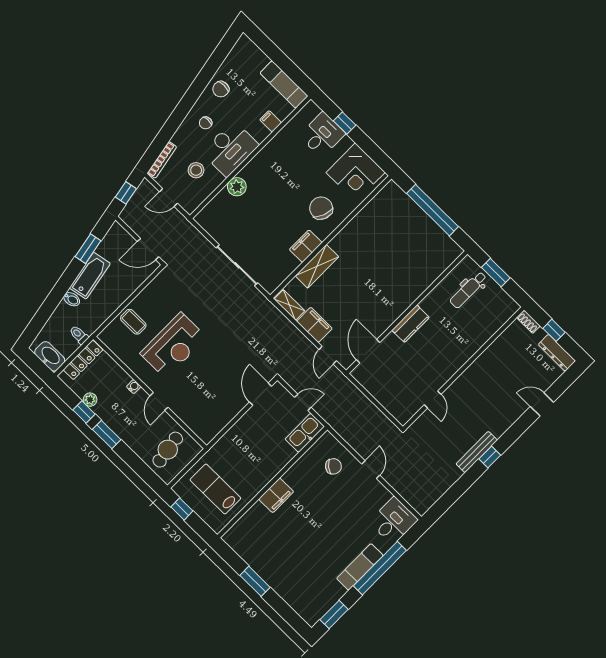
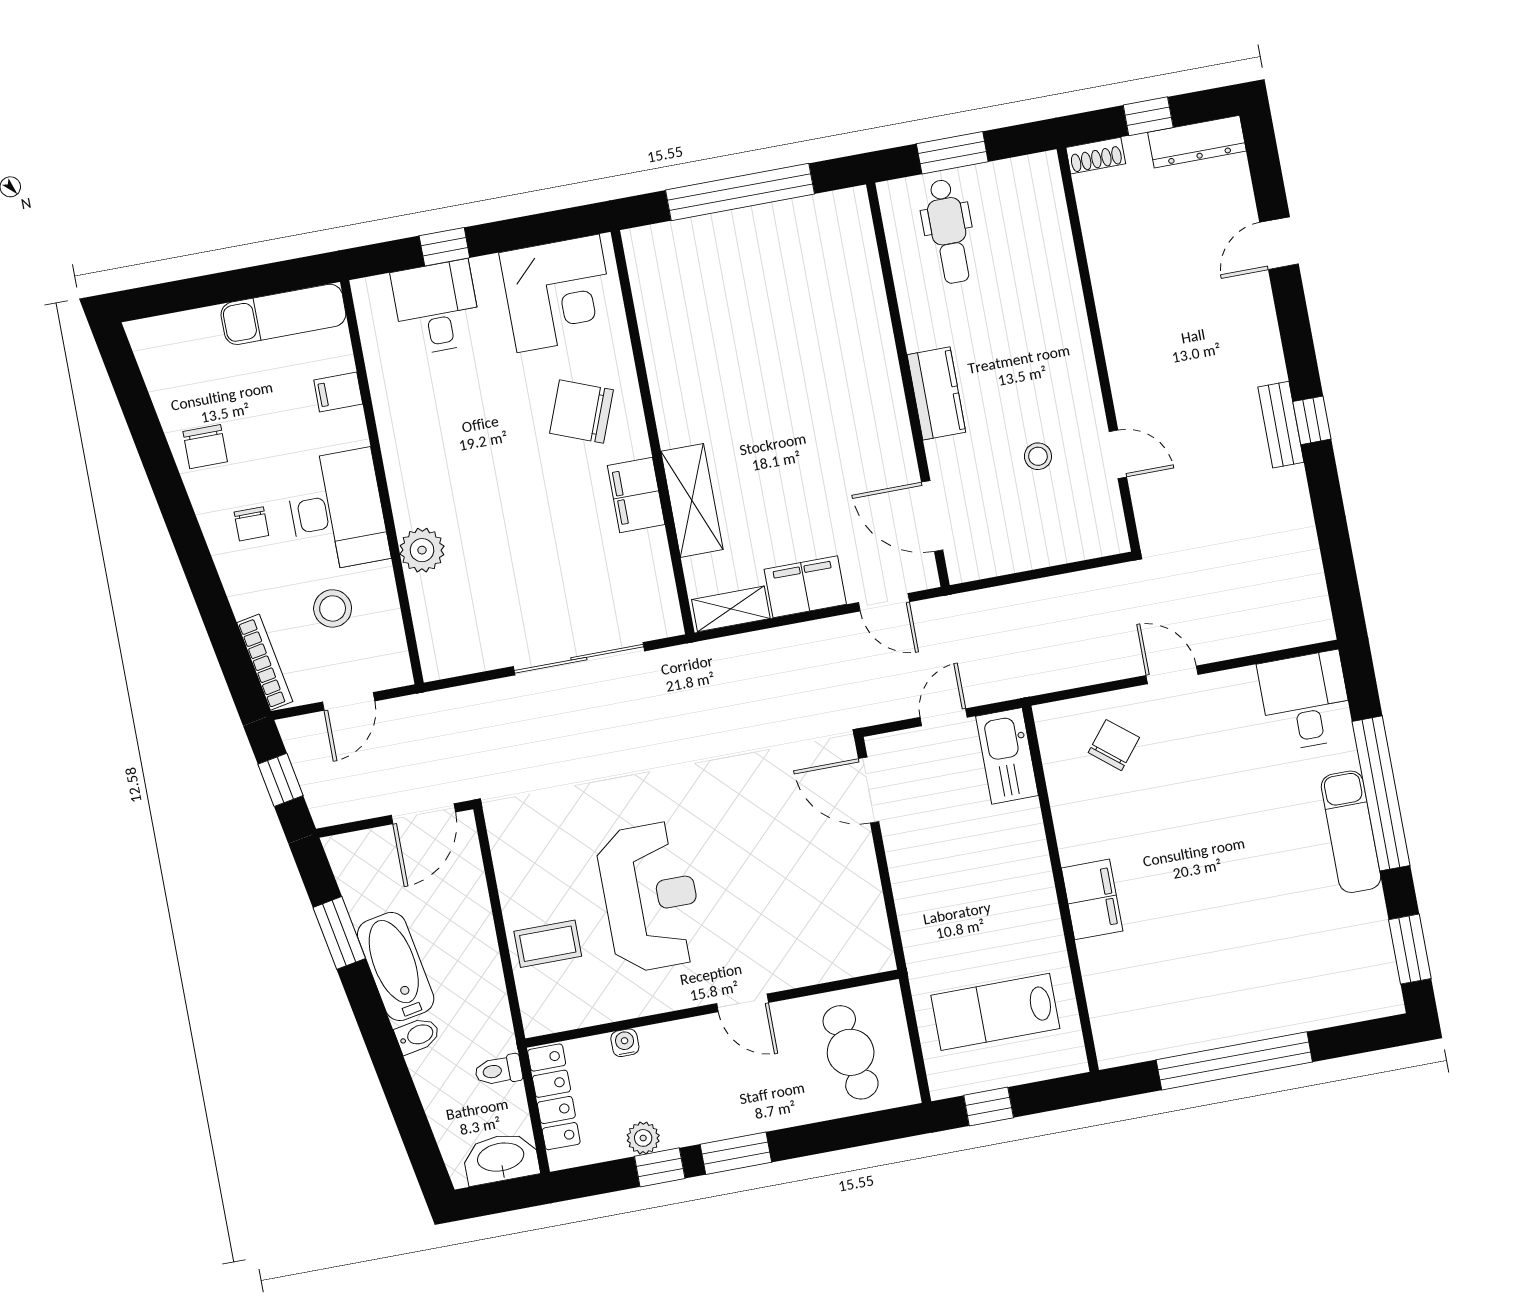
stool: (413, 373) -> (1038, 456), added
water cooler: (134, 387) -> (625, 1043), moved
bench: (477, 452) -> (1281, 425), width x0.73
window: (255, 581) -> (1234, 1061), width x2.11

